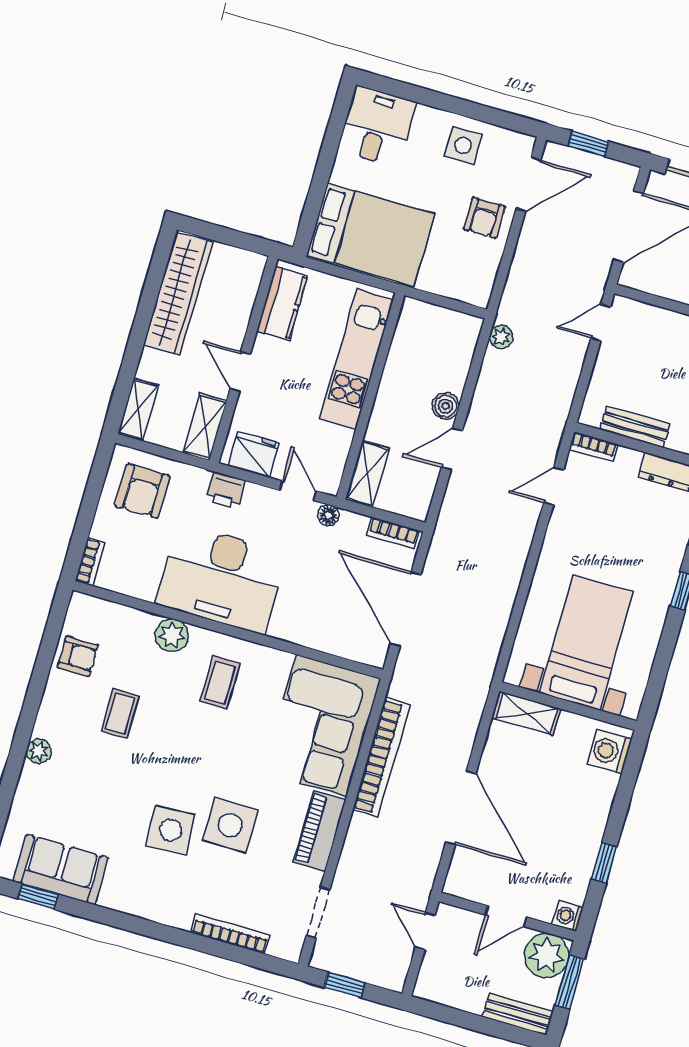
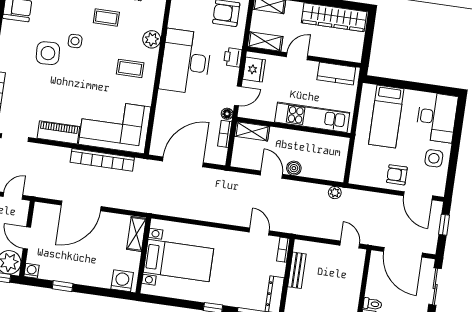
desk: (377, 127) -> (437, 117), width x1.37
bed: (371, 234) -> (386, 117), width x0.67
bookcase: (393, 533) -> (225, 134), moved
side table: (230, 825) -> (75, 41), moved, width x0.54, depth x0.54

